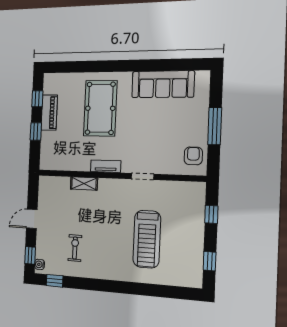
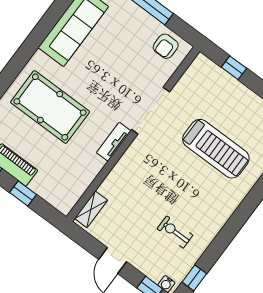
armchair: (193, 156) -> (166, 46), turned -90
doorway: (142, 176) -> (151, 111), width x1.88
shelving: (84, 183) -> (91, 209), moved

